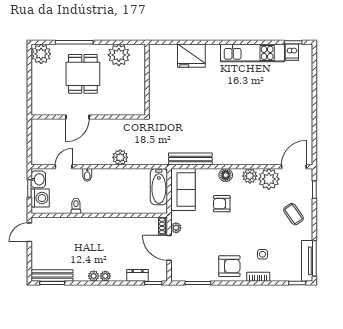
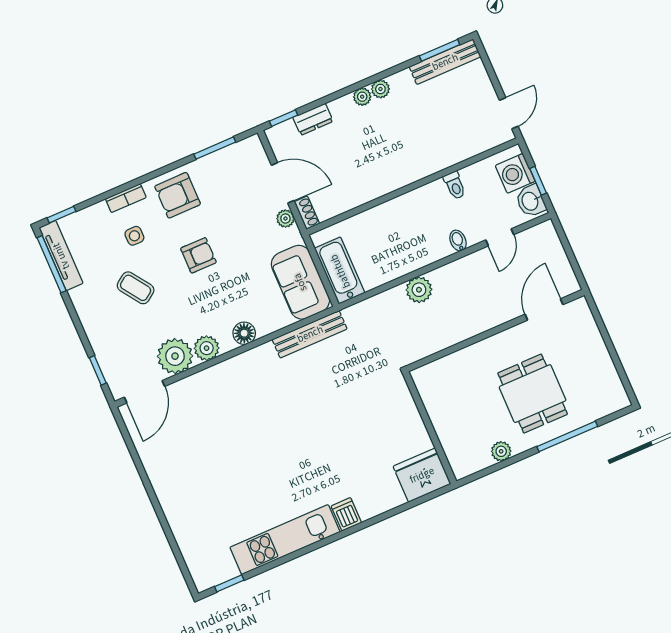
dishwasher: (292, 52) -> (346, 514), moved
plant: (41, 54) -> (610, 396), removed
plant: (119, 55) -> (501, 451), width x0.53, depth x0.53
fridge: (191, 56) -> (422, 475), moved
door: (77, 117) -> (544, 309), moved
armchair: (222, 204) -> (198, 255), moved
coffee table: (294, 214) -> (136, 288), moved

